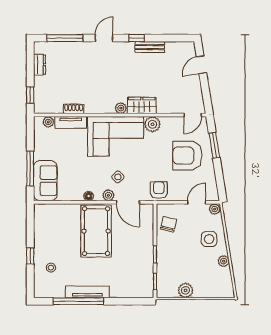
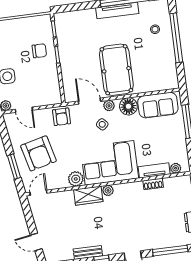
door: (201, 65) -> (36, 242), swing flipped
armchair: (187, 156) -> (38, 153), turned 76
sofa: (45, 181) -> (158, 105), moved, turned -90
floor lamp: (89, 196) -> (128, 106), width x1.89, depth x1.89
door: (197, 202) -> (24, 110), hinge flipped
chair: (169, 224) -> (39, 51), moved, turned -104
window: (30, 256) -> (176, 38), width x3.17
plant: (186, 290) -> (23, 24), removed

